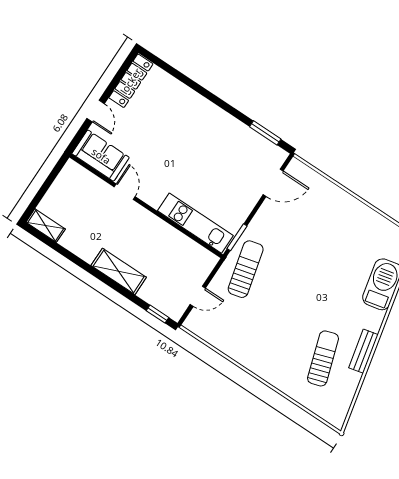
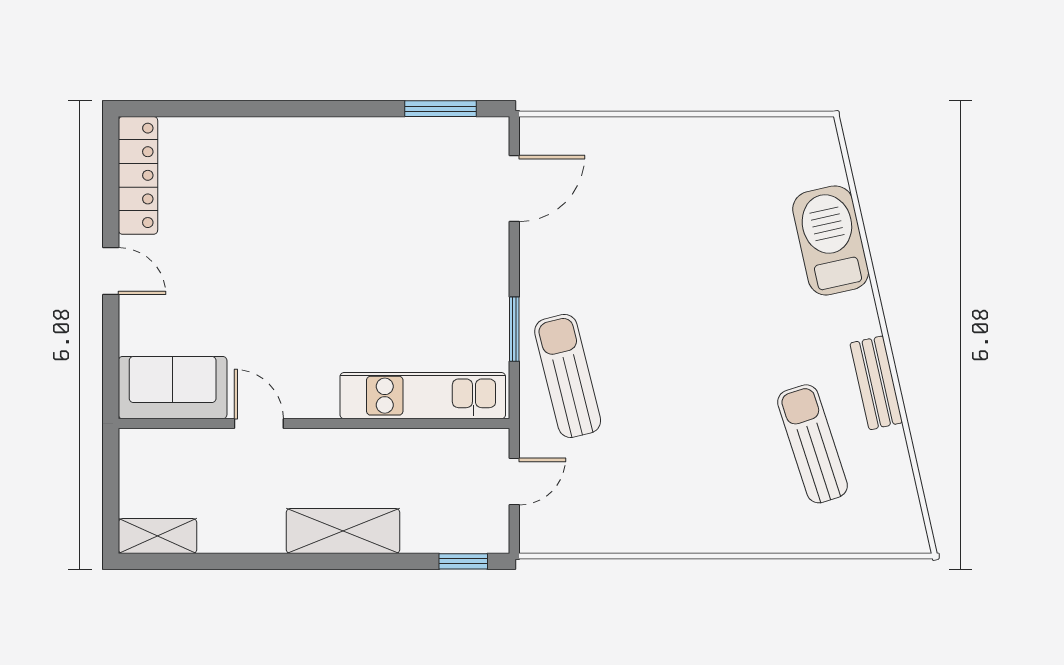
sofa: (101, 156) -> (173, 388), moved
door: (125, 192) -> (259, 424), moved
wall: (146, 206) -> (314, 424), moved
kitchen unit: (195, 223) -> (423, 396), moved

